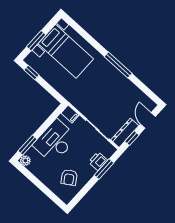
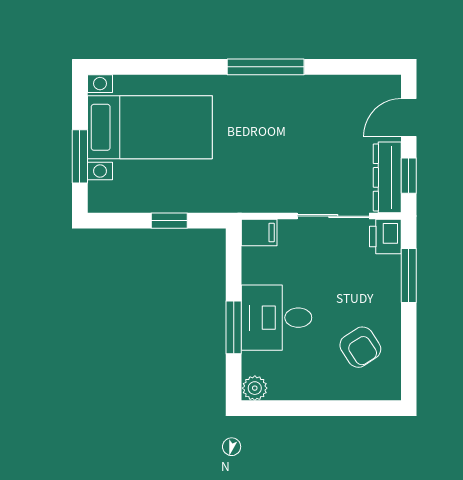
window: (32, 72) -> (169, 221), moved
door: (148, 120) -> (409, 117), hinge flipped
desk: (55, 141) -> (276, 318), width x0.73
window: (28, 145) -> (234, 327), moved
printer: (98, 161) -> (385, 236), moved

